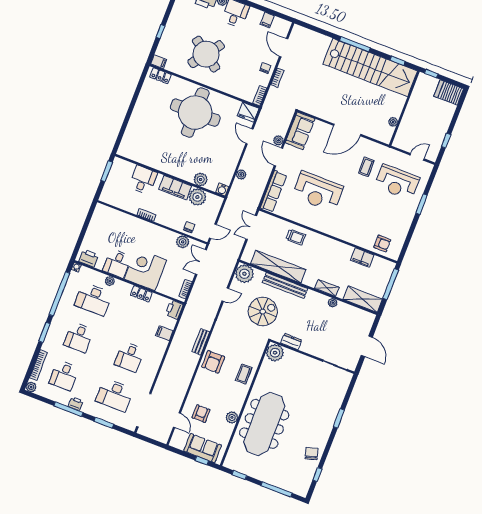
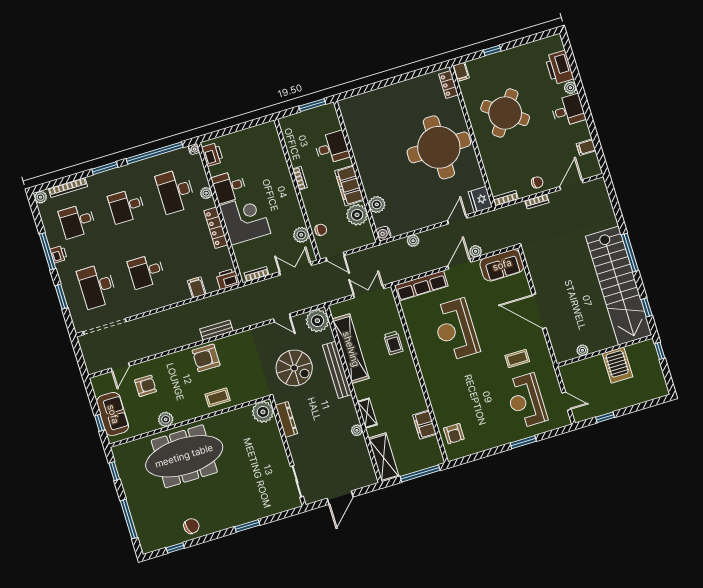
server rack: (449, 92) -> (617, 365), moved, turned 180
locker: (141, 294) -> (216, 228), width x1.53
dresser: (291, 342) -> (286, 419), width x1.44

